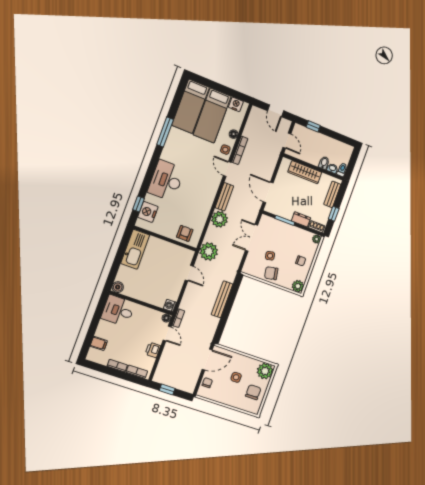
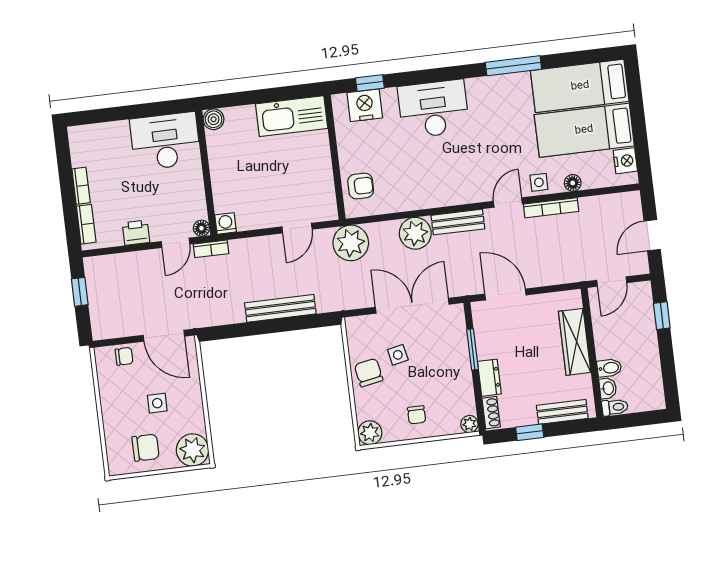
door: (268, 192) -> (505, 294), hinge flipped
double door: (252, 238) -> (412, 306), width x1.37
desk: (118, 311) -> (165, 141), width x1.37
filing cabinet: (99, 343) -> (104, 136), removed

